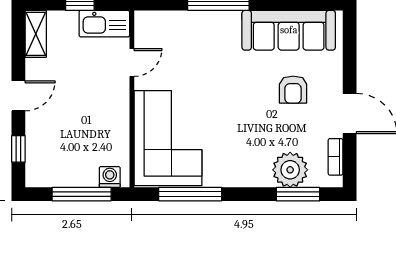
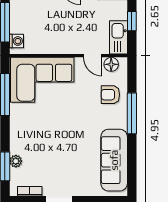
floor lamp: (145, 35) -> (111, 64), added
armchair: (293, 90) -> (110, 95), moved
plant: (290, 170) -> (16, 161), width x0.53, depth x0.53

